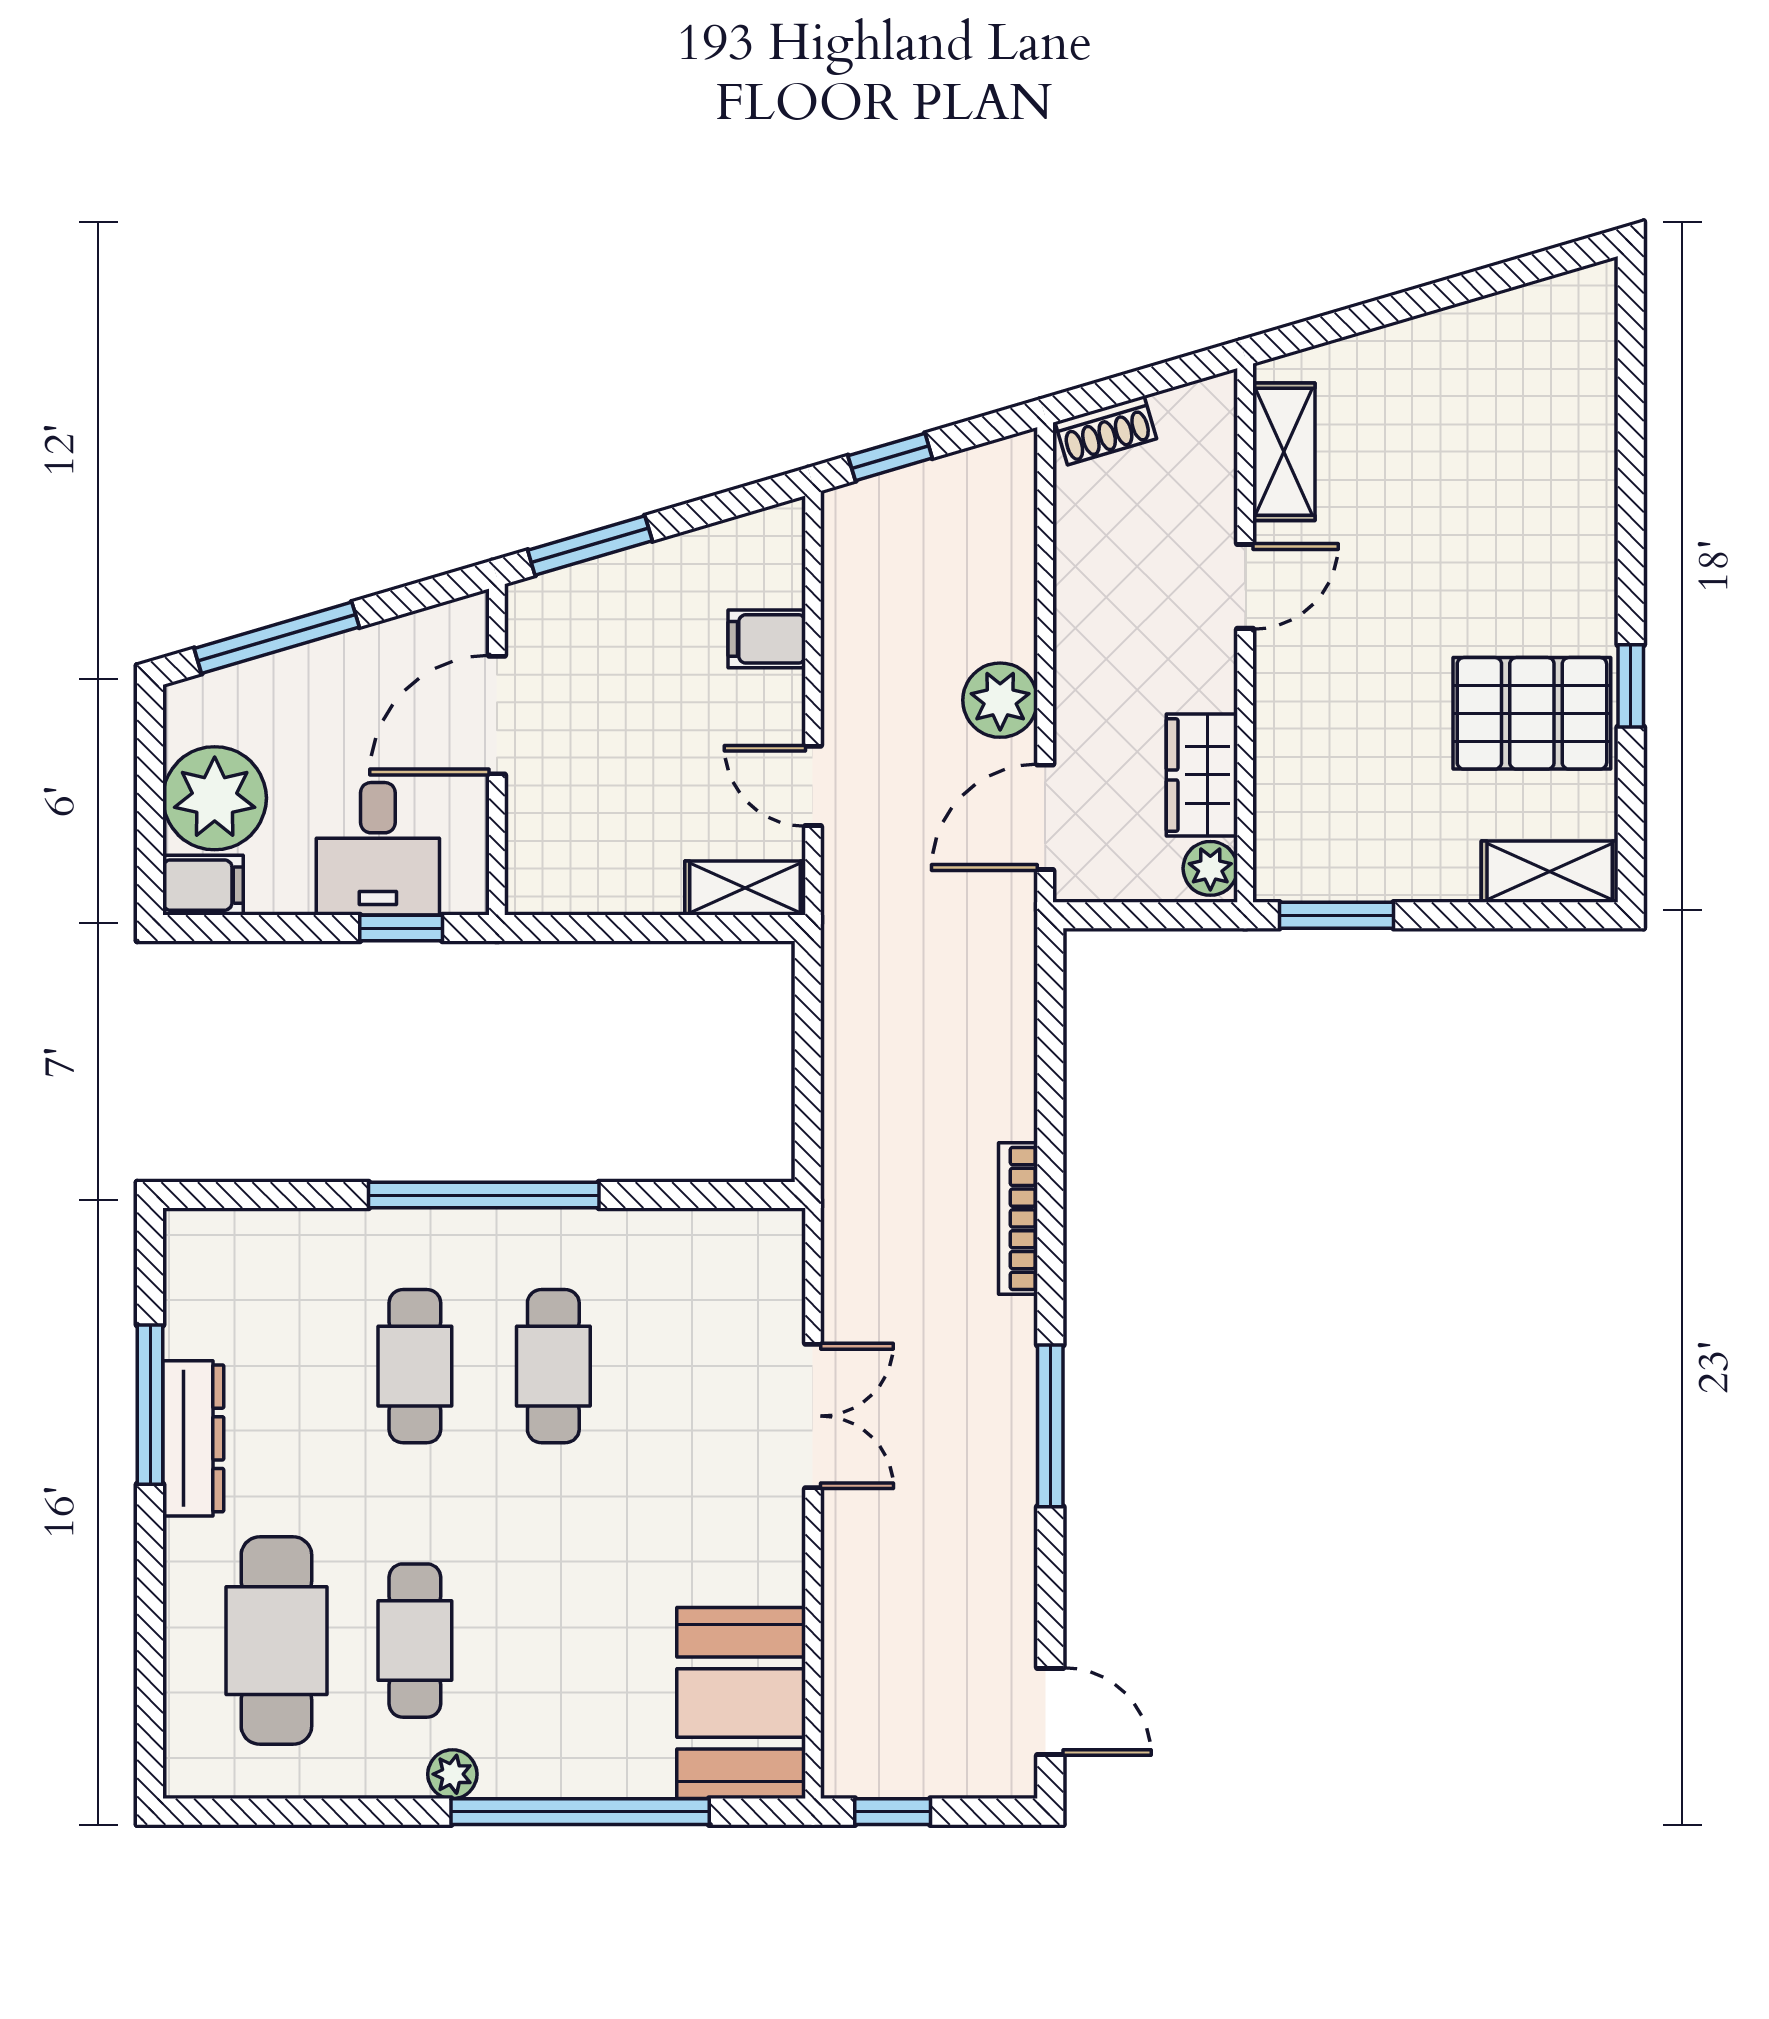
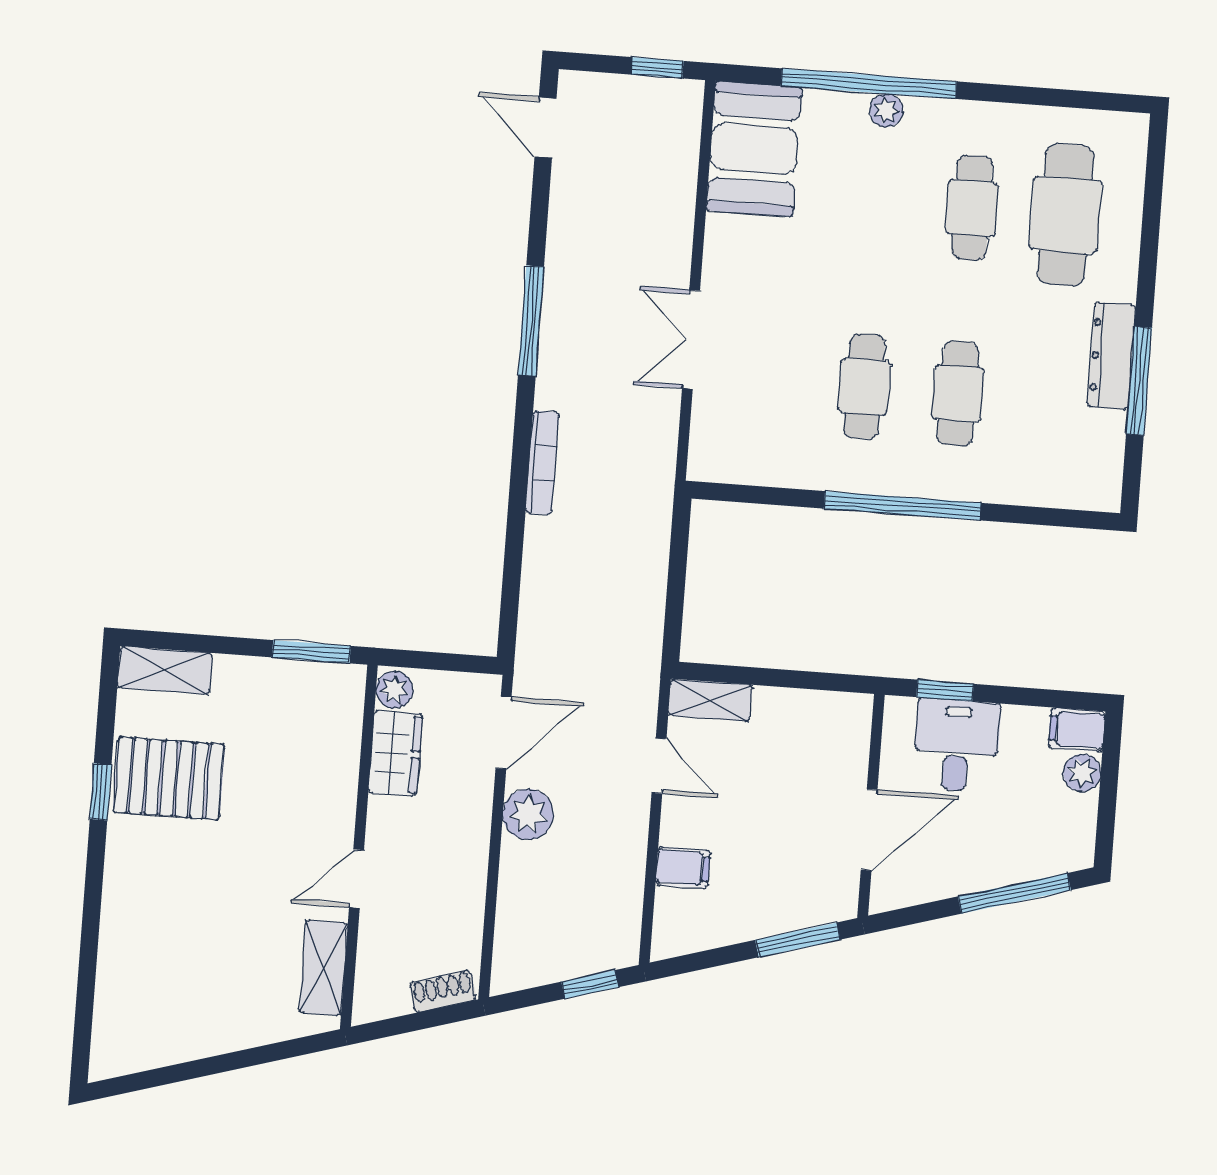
plant: (215, 798) -> (1082, 773), width x0.53, depth x0.53
plant: (452, 1774) -> (886, 110), moved

